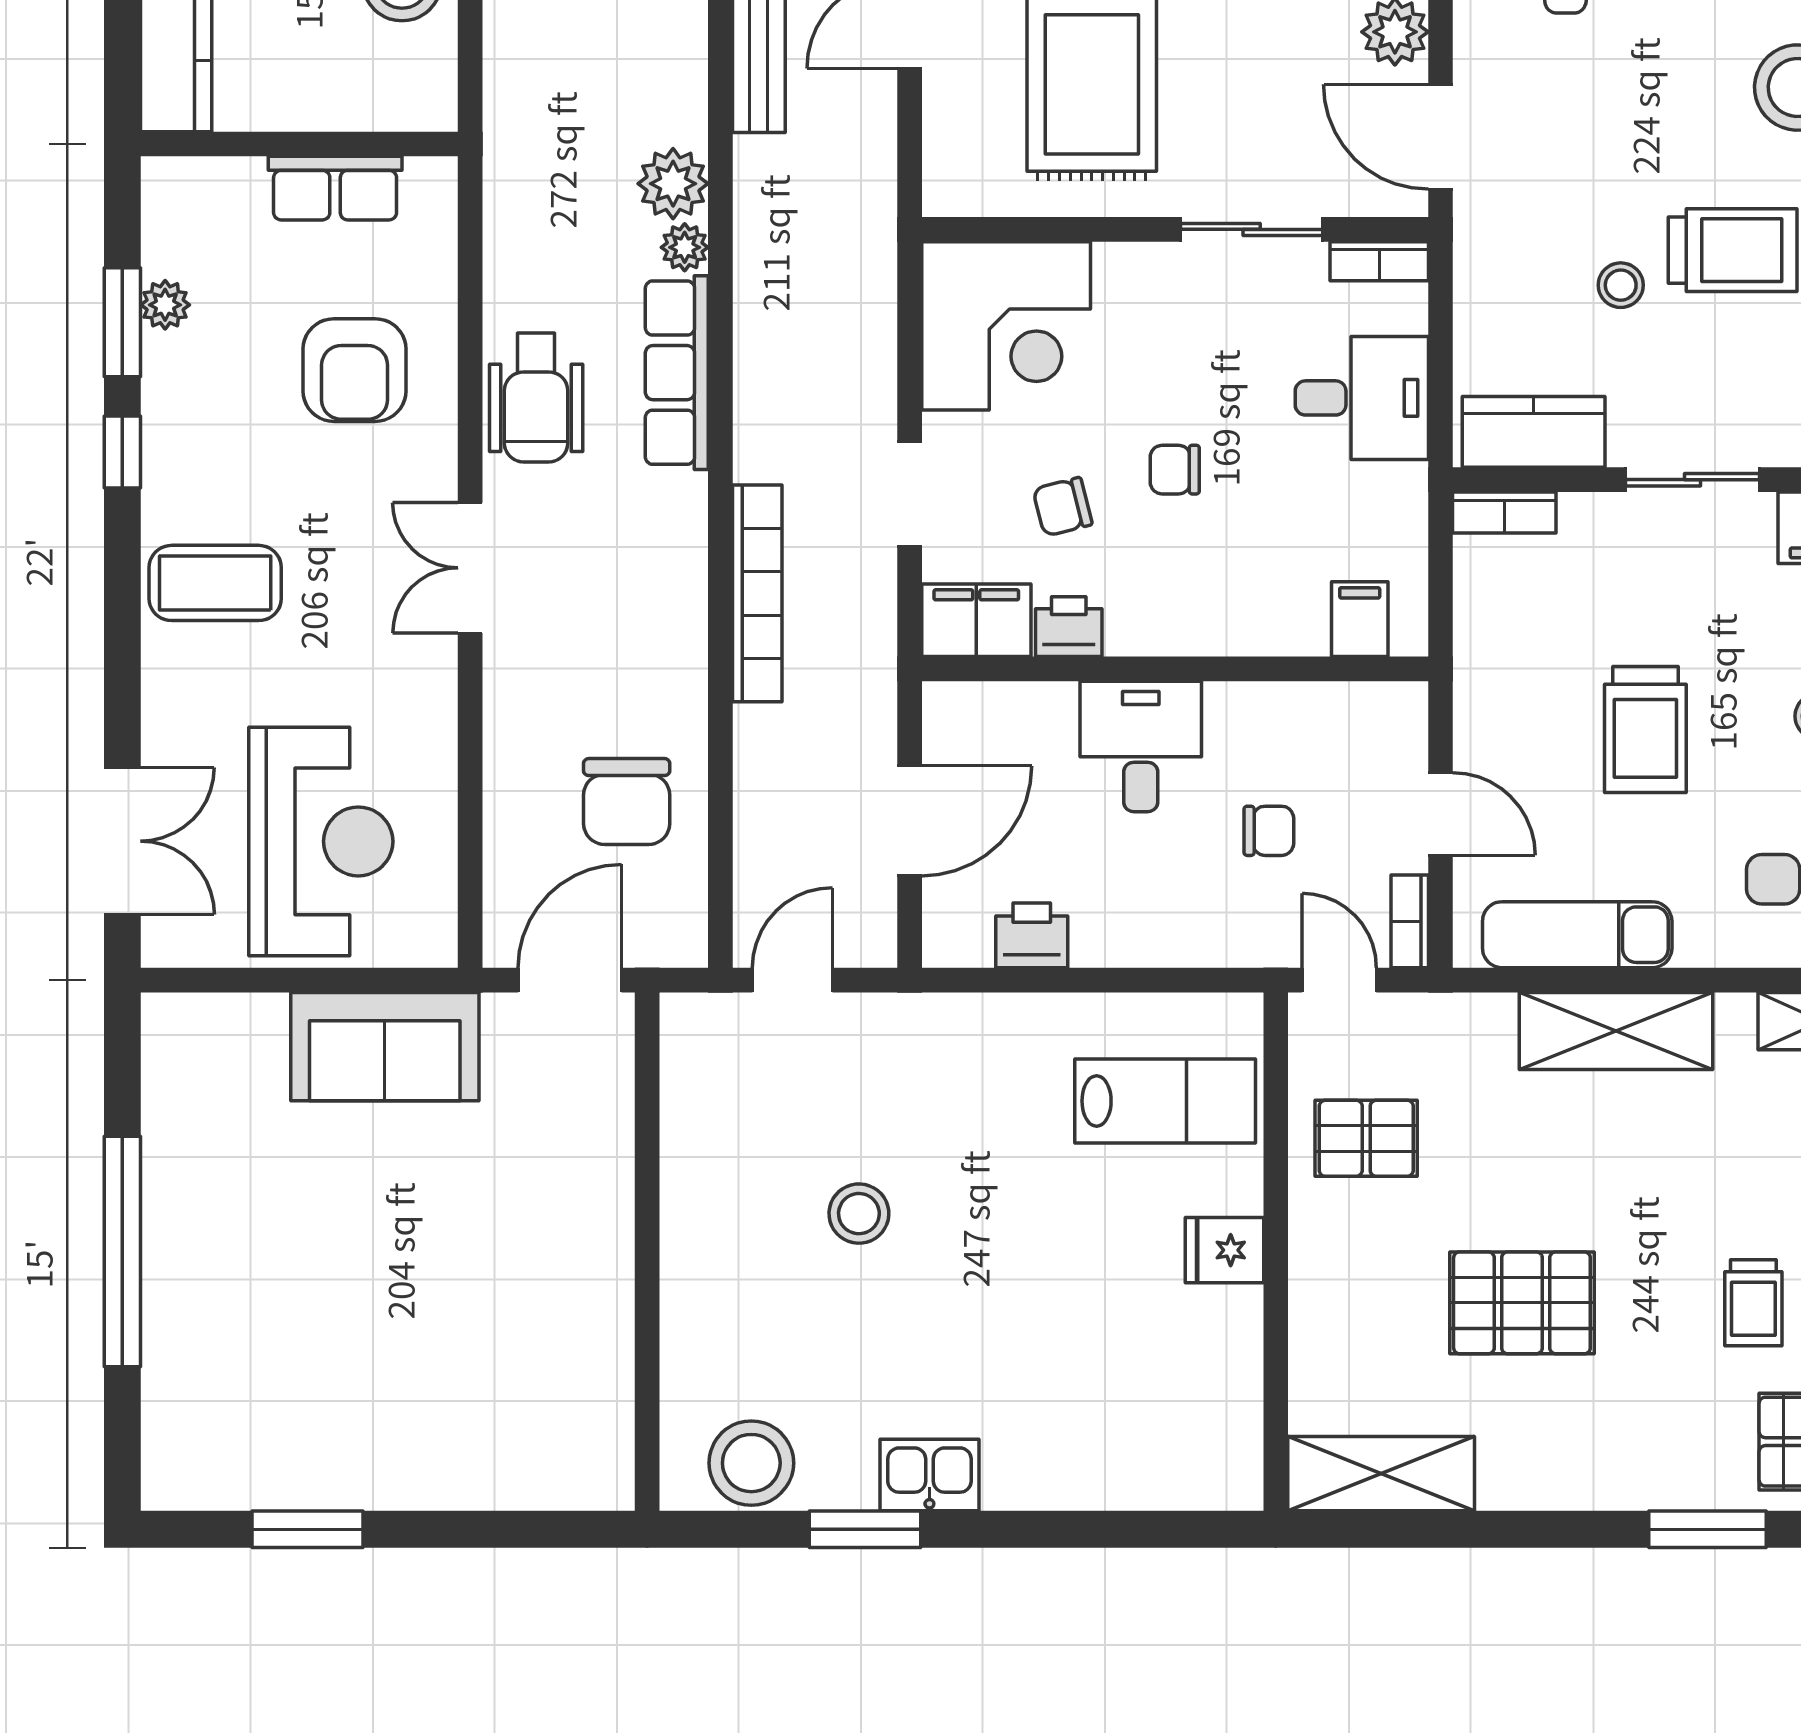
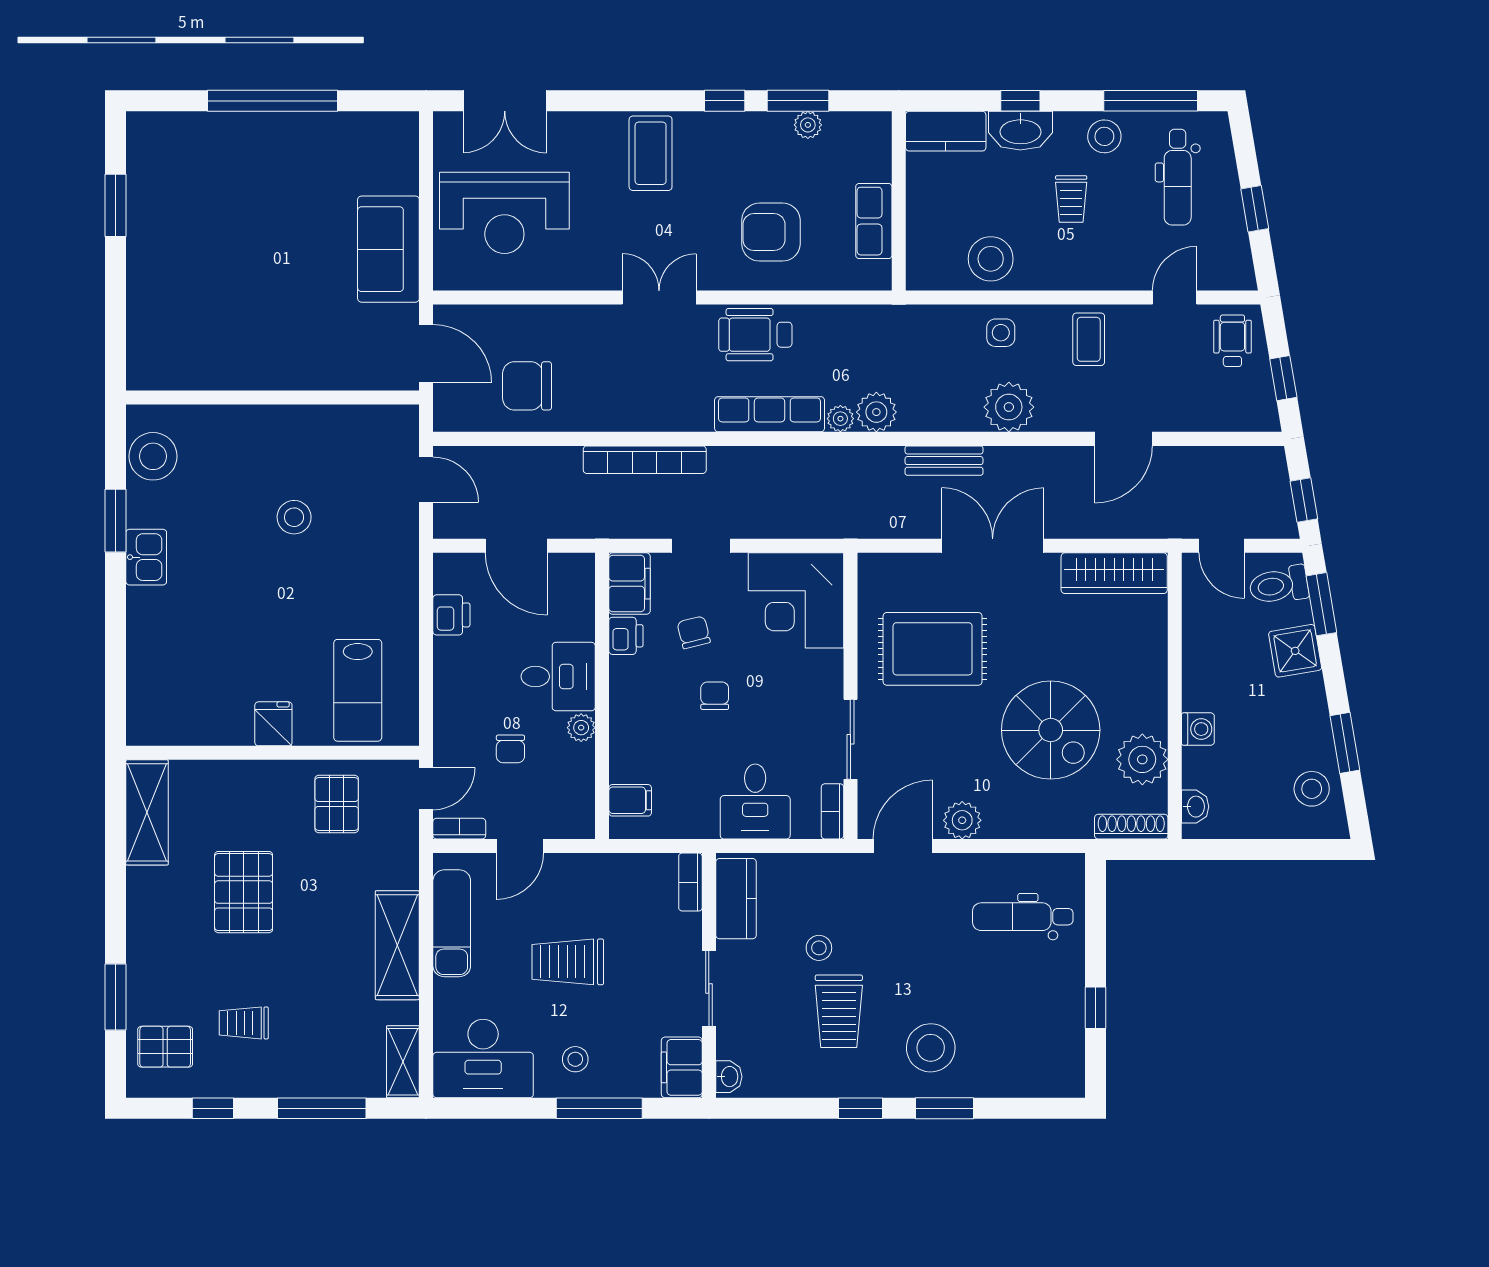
plant: (1231, 706) -> (581, 728), added

